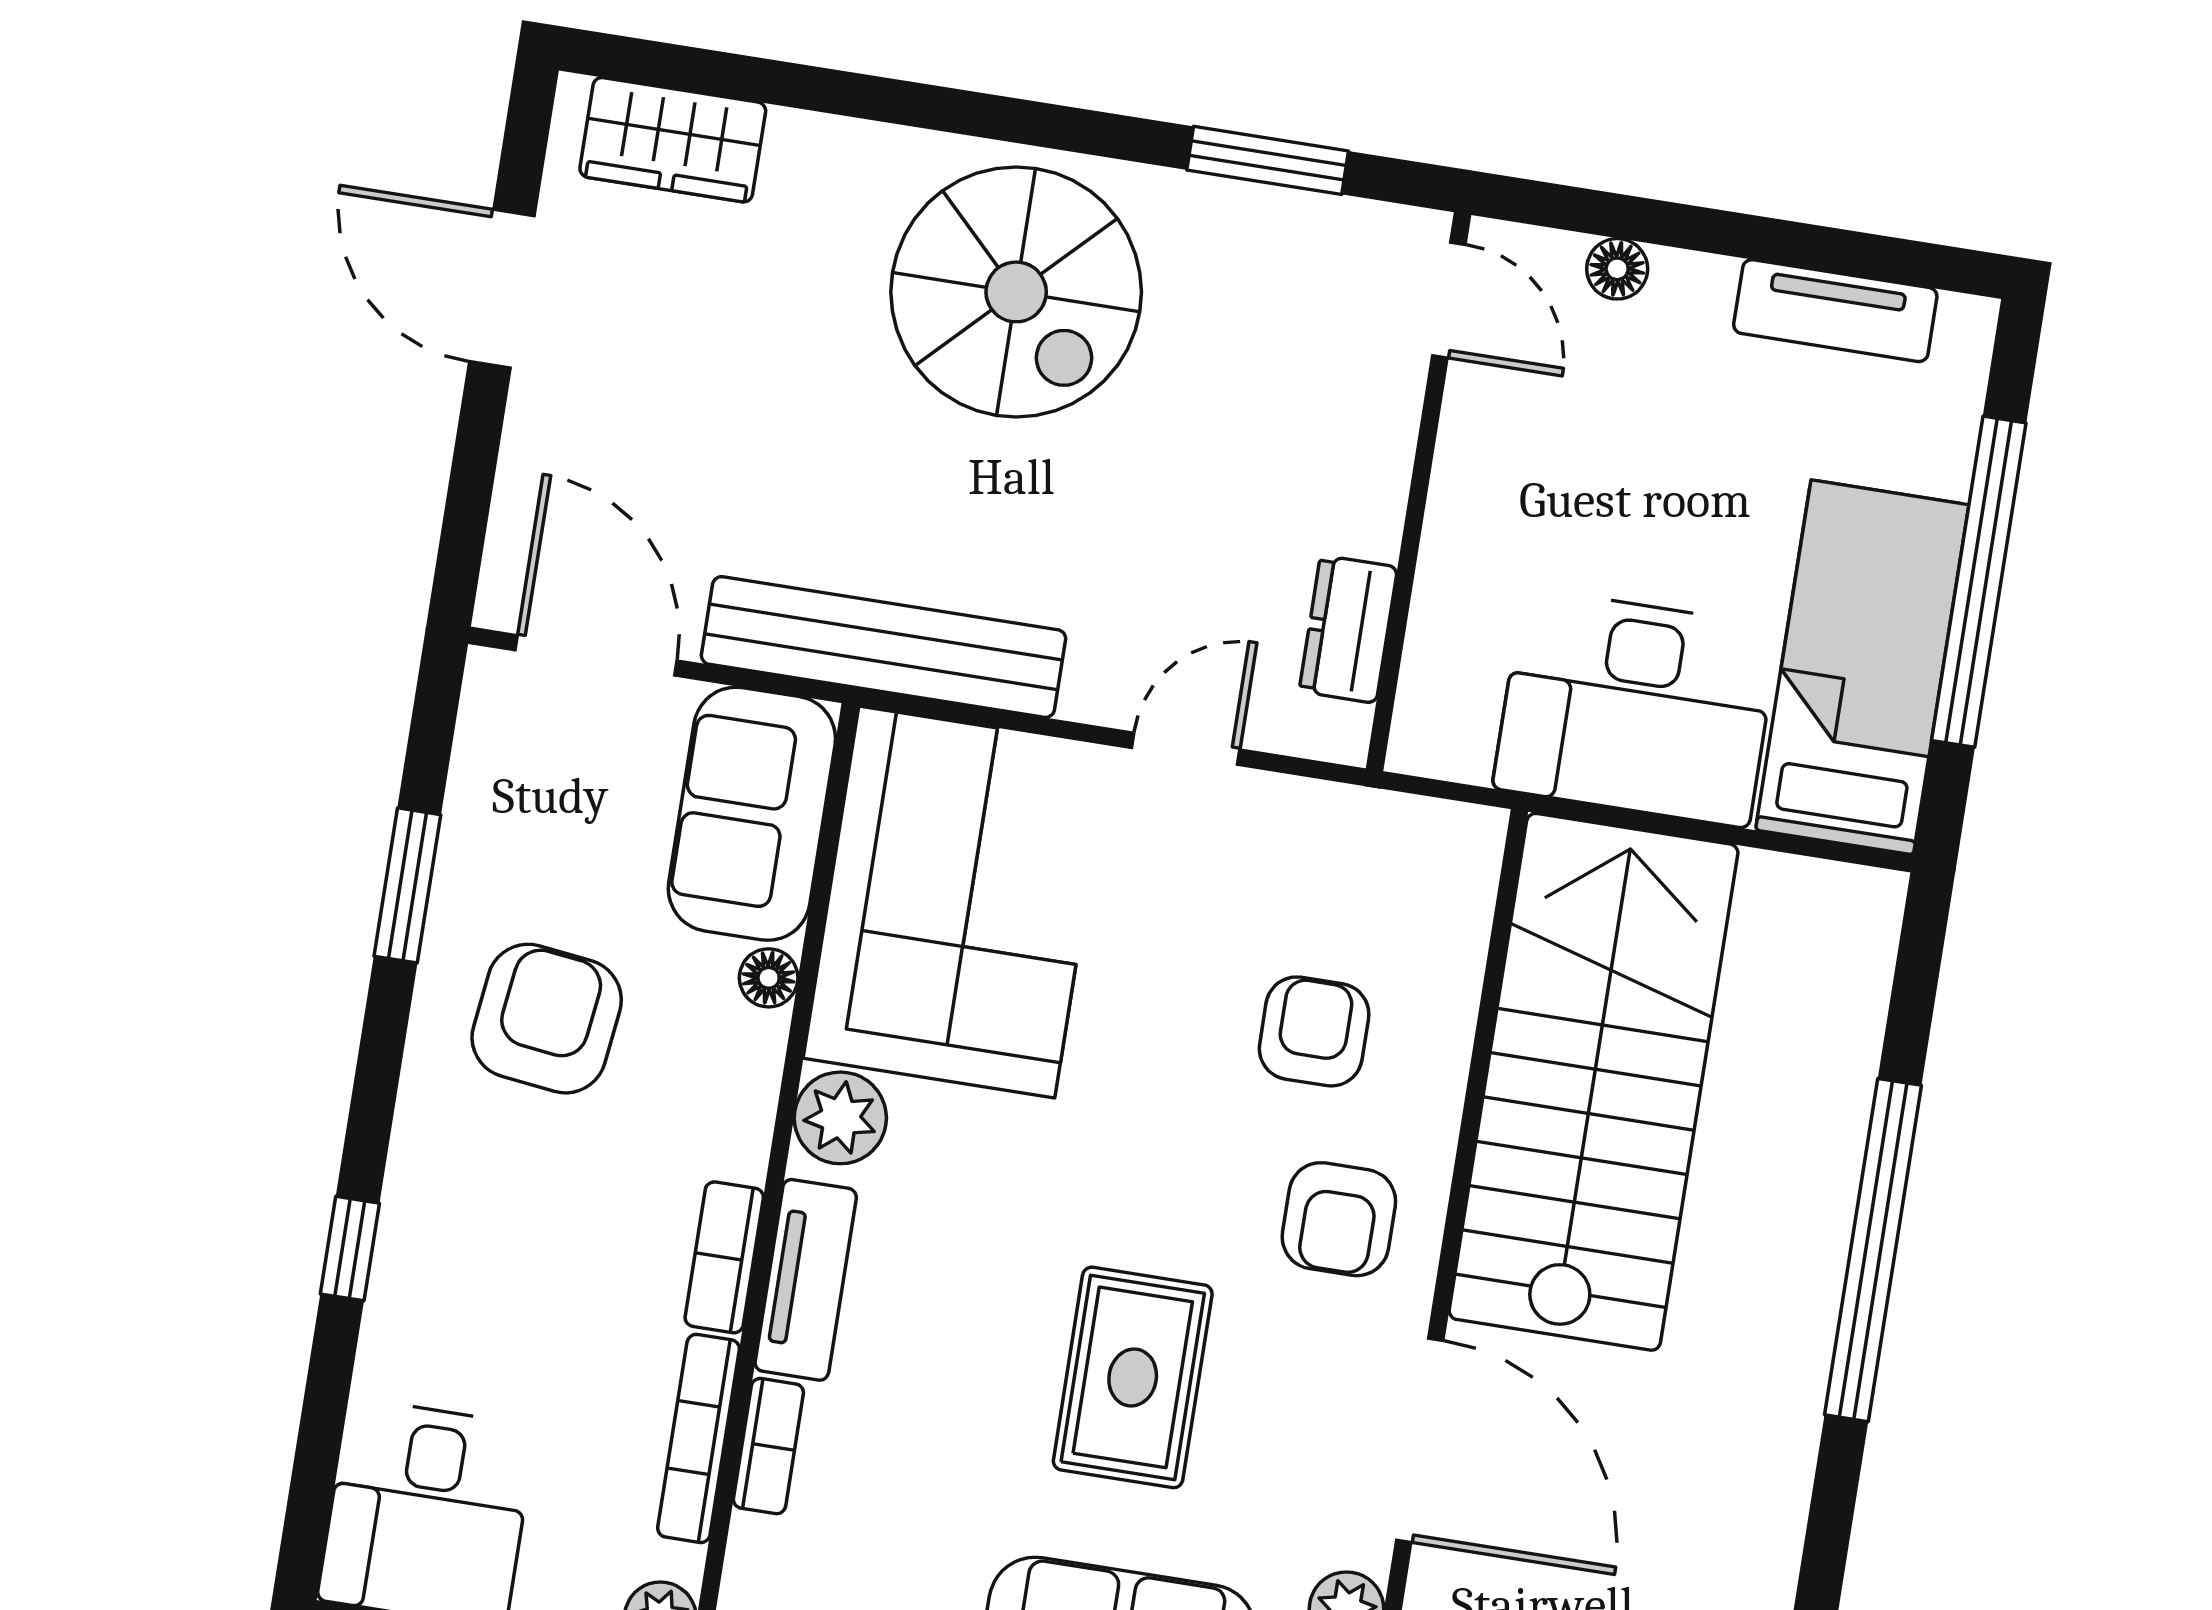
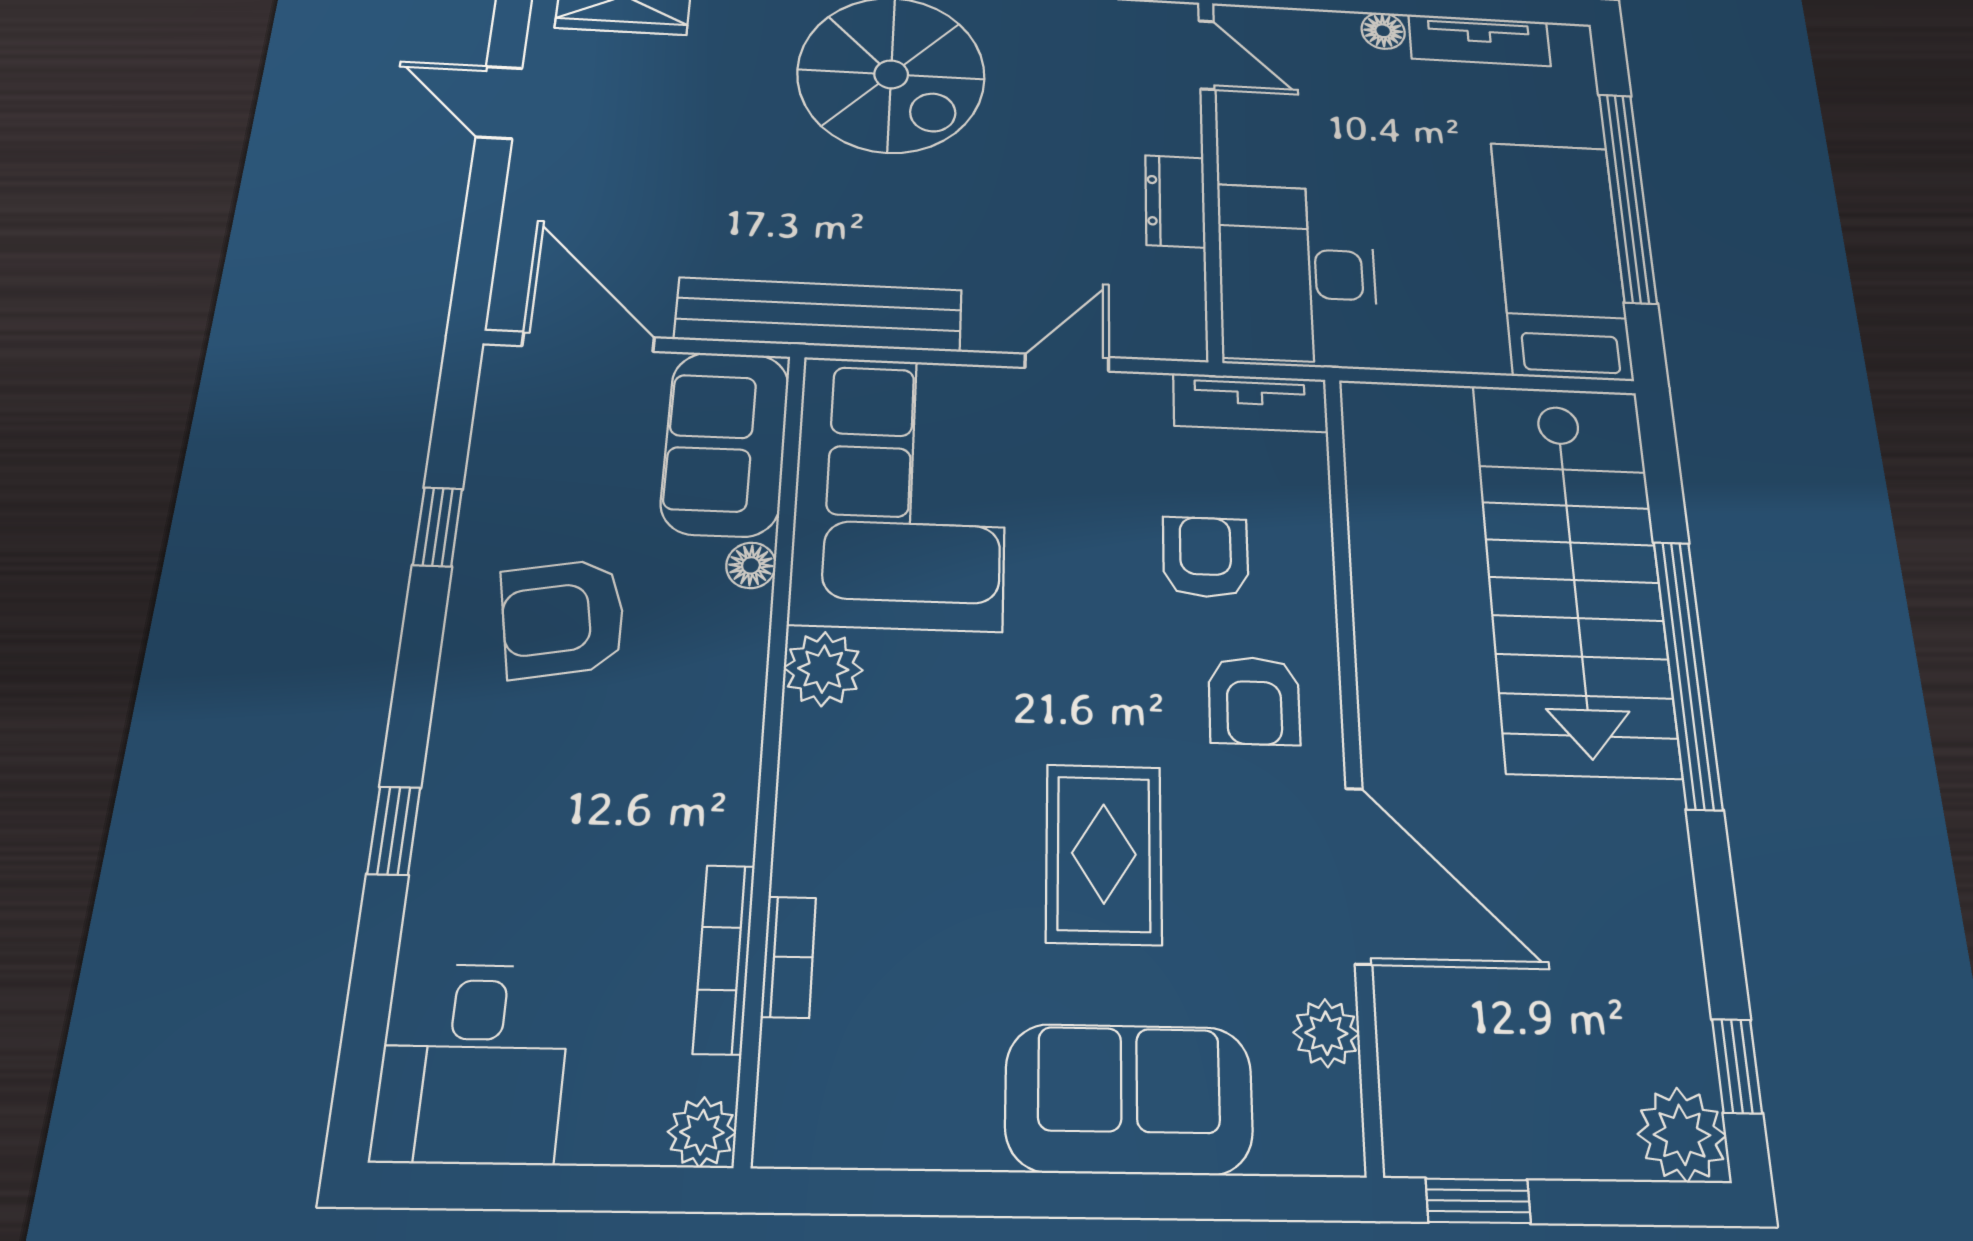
floor lamp: (1617, 269) -> (1383, 31), moved
door: (502, 289) -> (499, 102), width x0.73
dresser: (1348, 629) -> (1175, 201), moved
desk: (1636, 708) -> (1297, 273), moved, turned 90
window: (407, 885) -> (438, 527), width x0.67
armchair: (547, 1019) -> (563, 618), turned -107
stairs: (1594, 1082) -> (1574, 575), moved, turned 180
bookcase: (724, 1257) -> (733, 796), removed
tv unit: (806, 1280) -> (1250, 403), moved, turned 90

